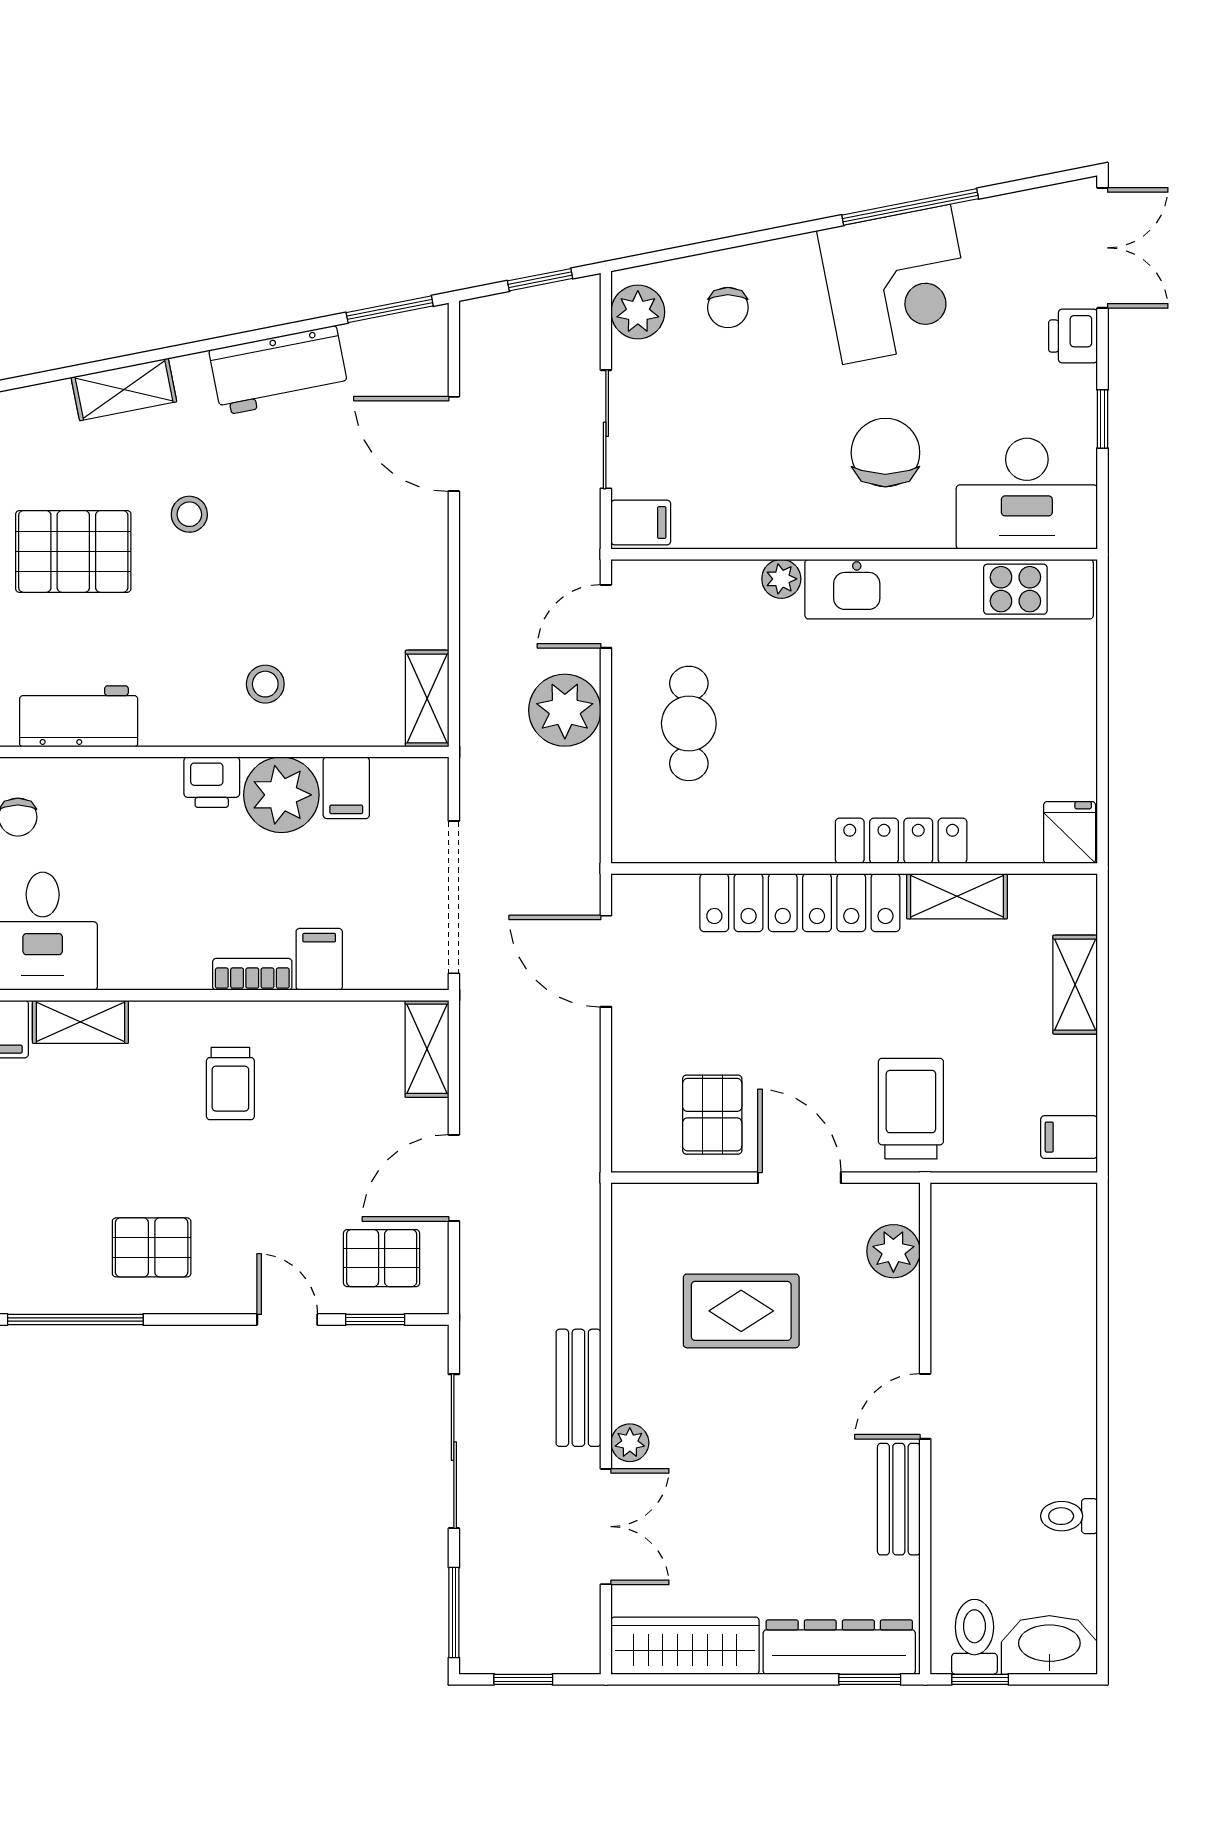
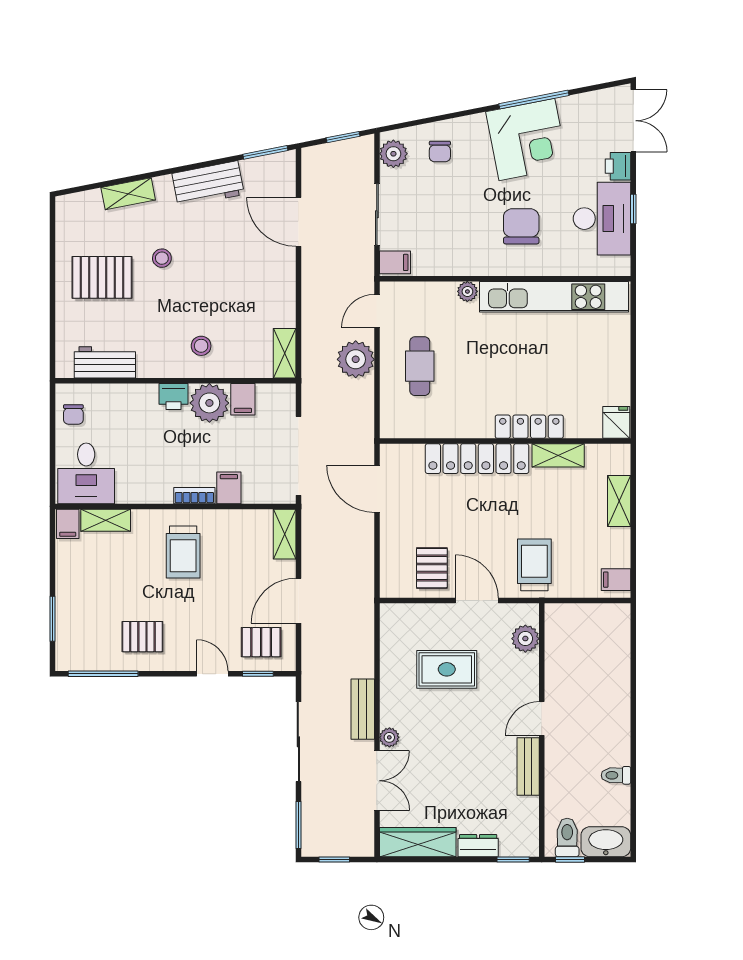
desk: (1027, 494) -> (602, 219), moved, turned -90
trolley: (230, 1084) -> (183, 552), width x1.36, depth x1.39
dresser: (839, 1647) -> (478, 846), width x0.51, depth x0.80

